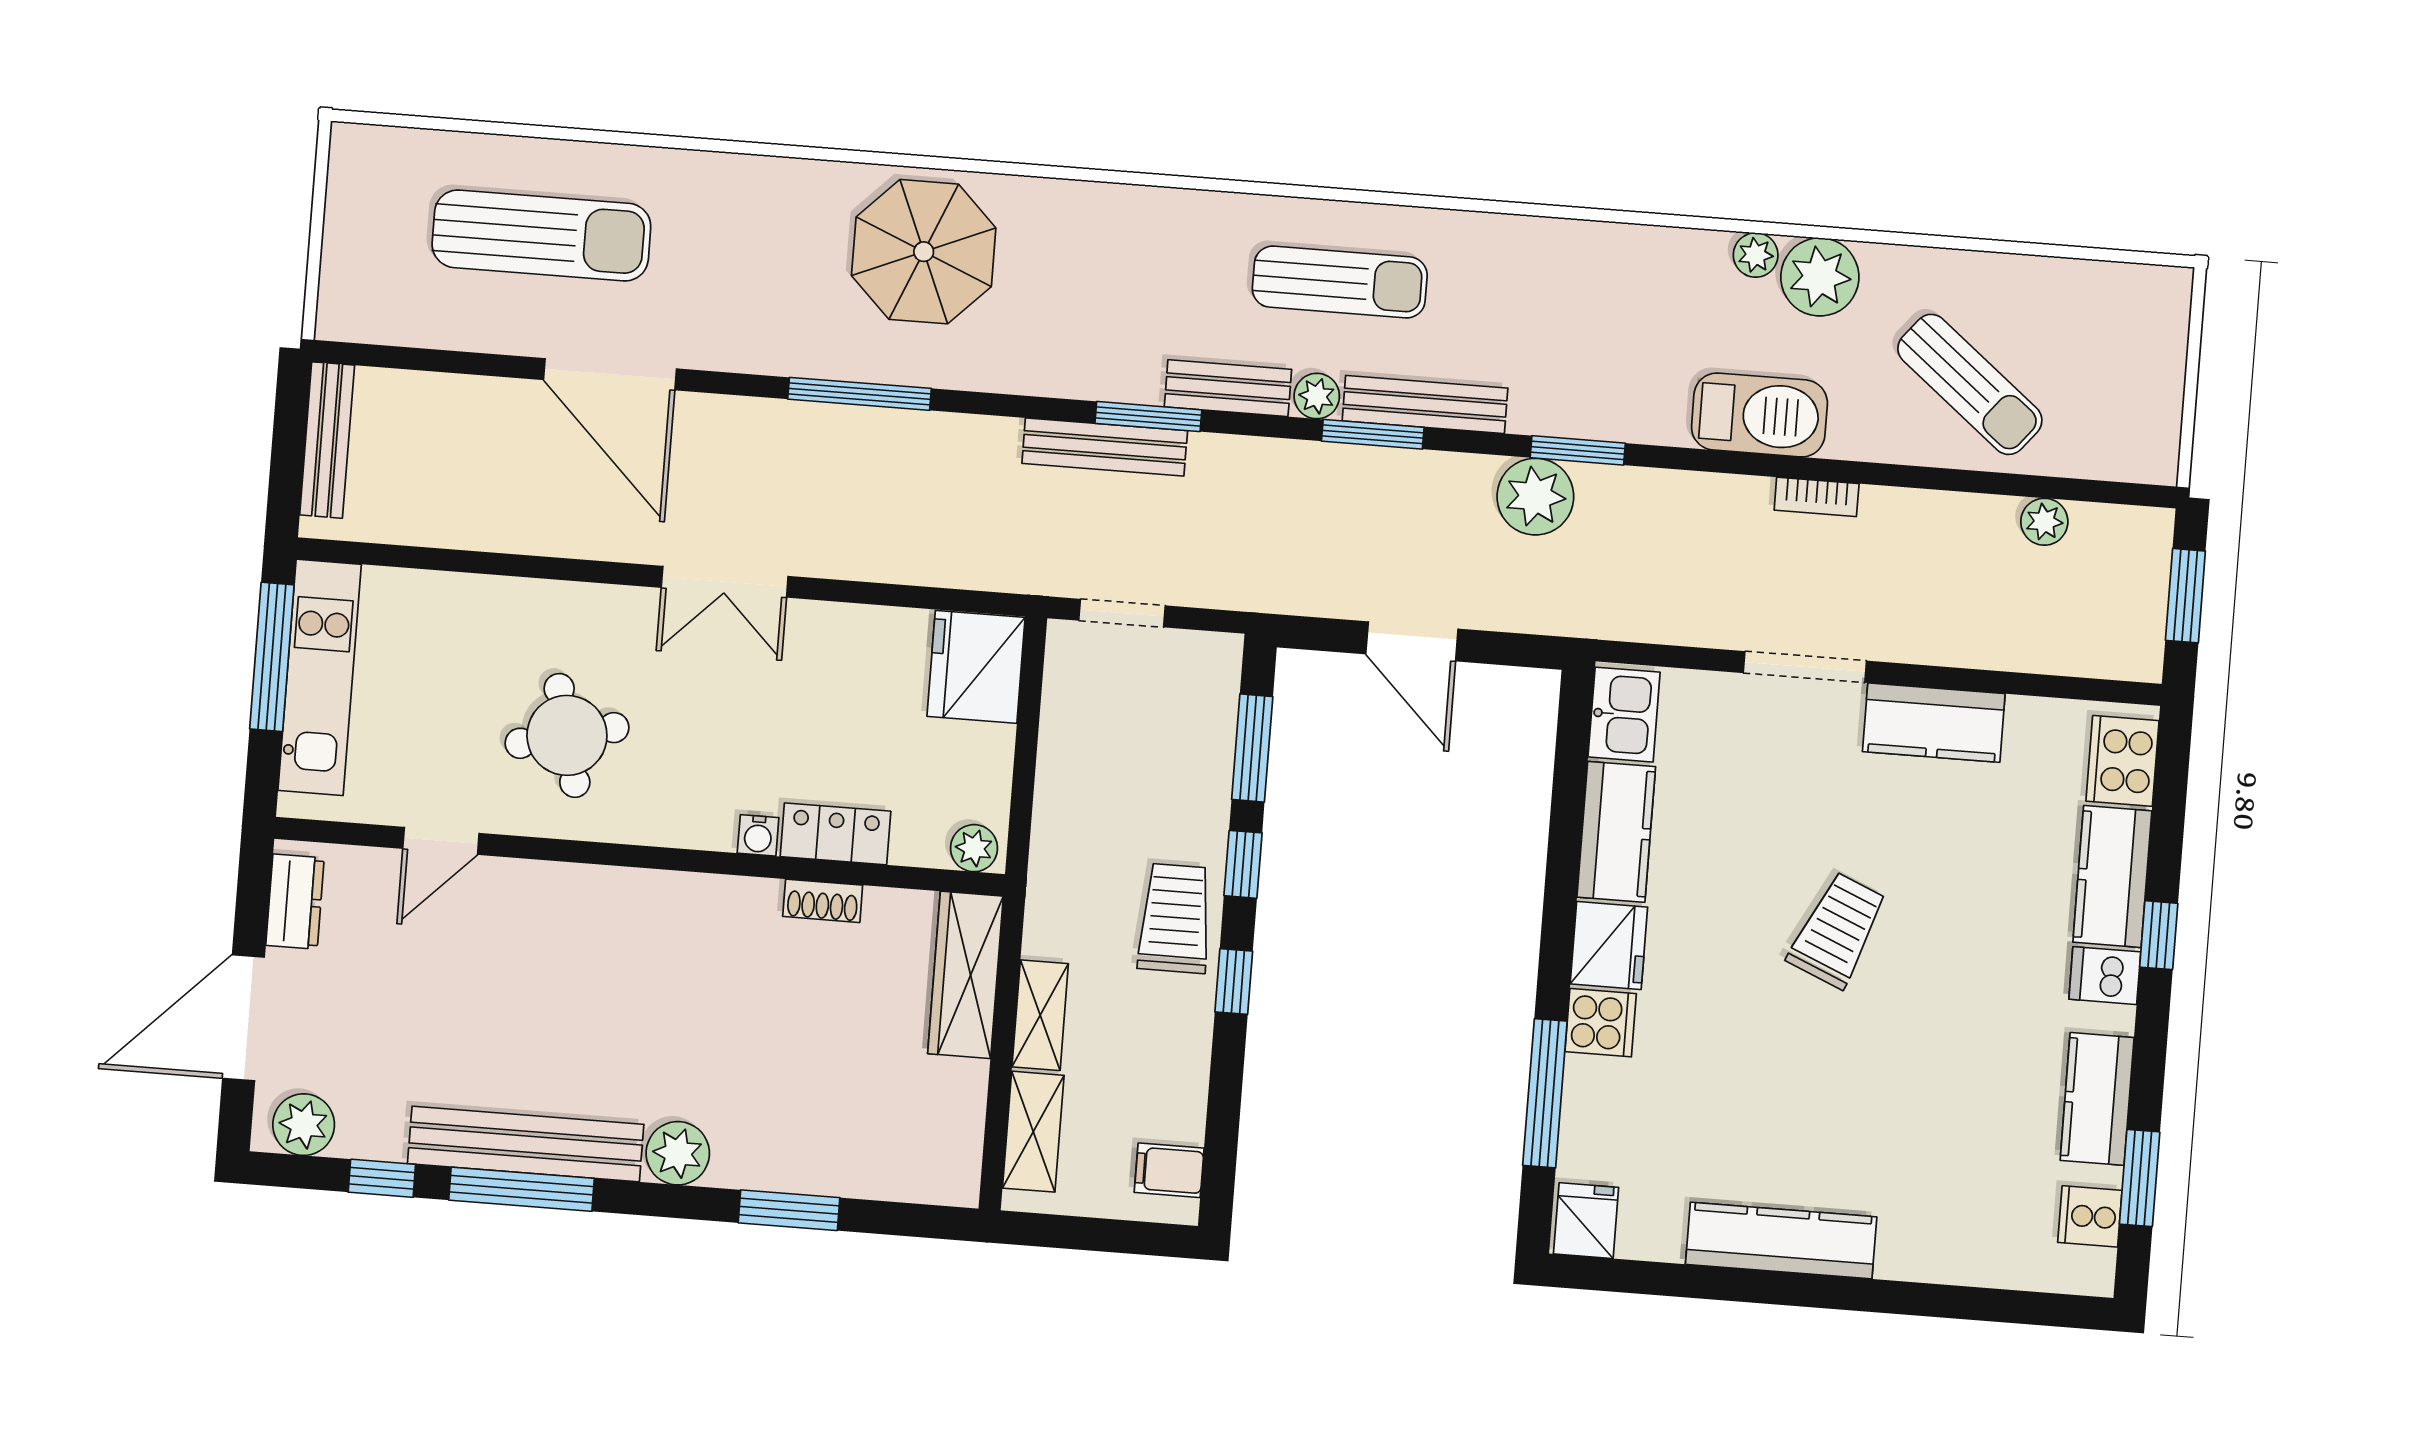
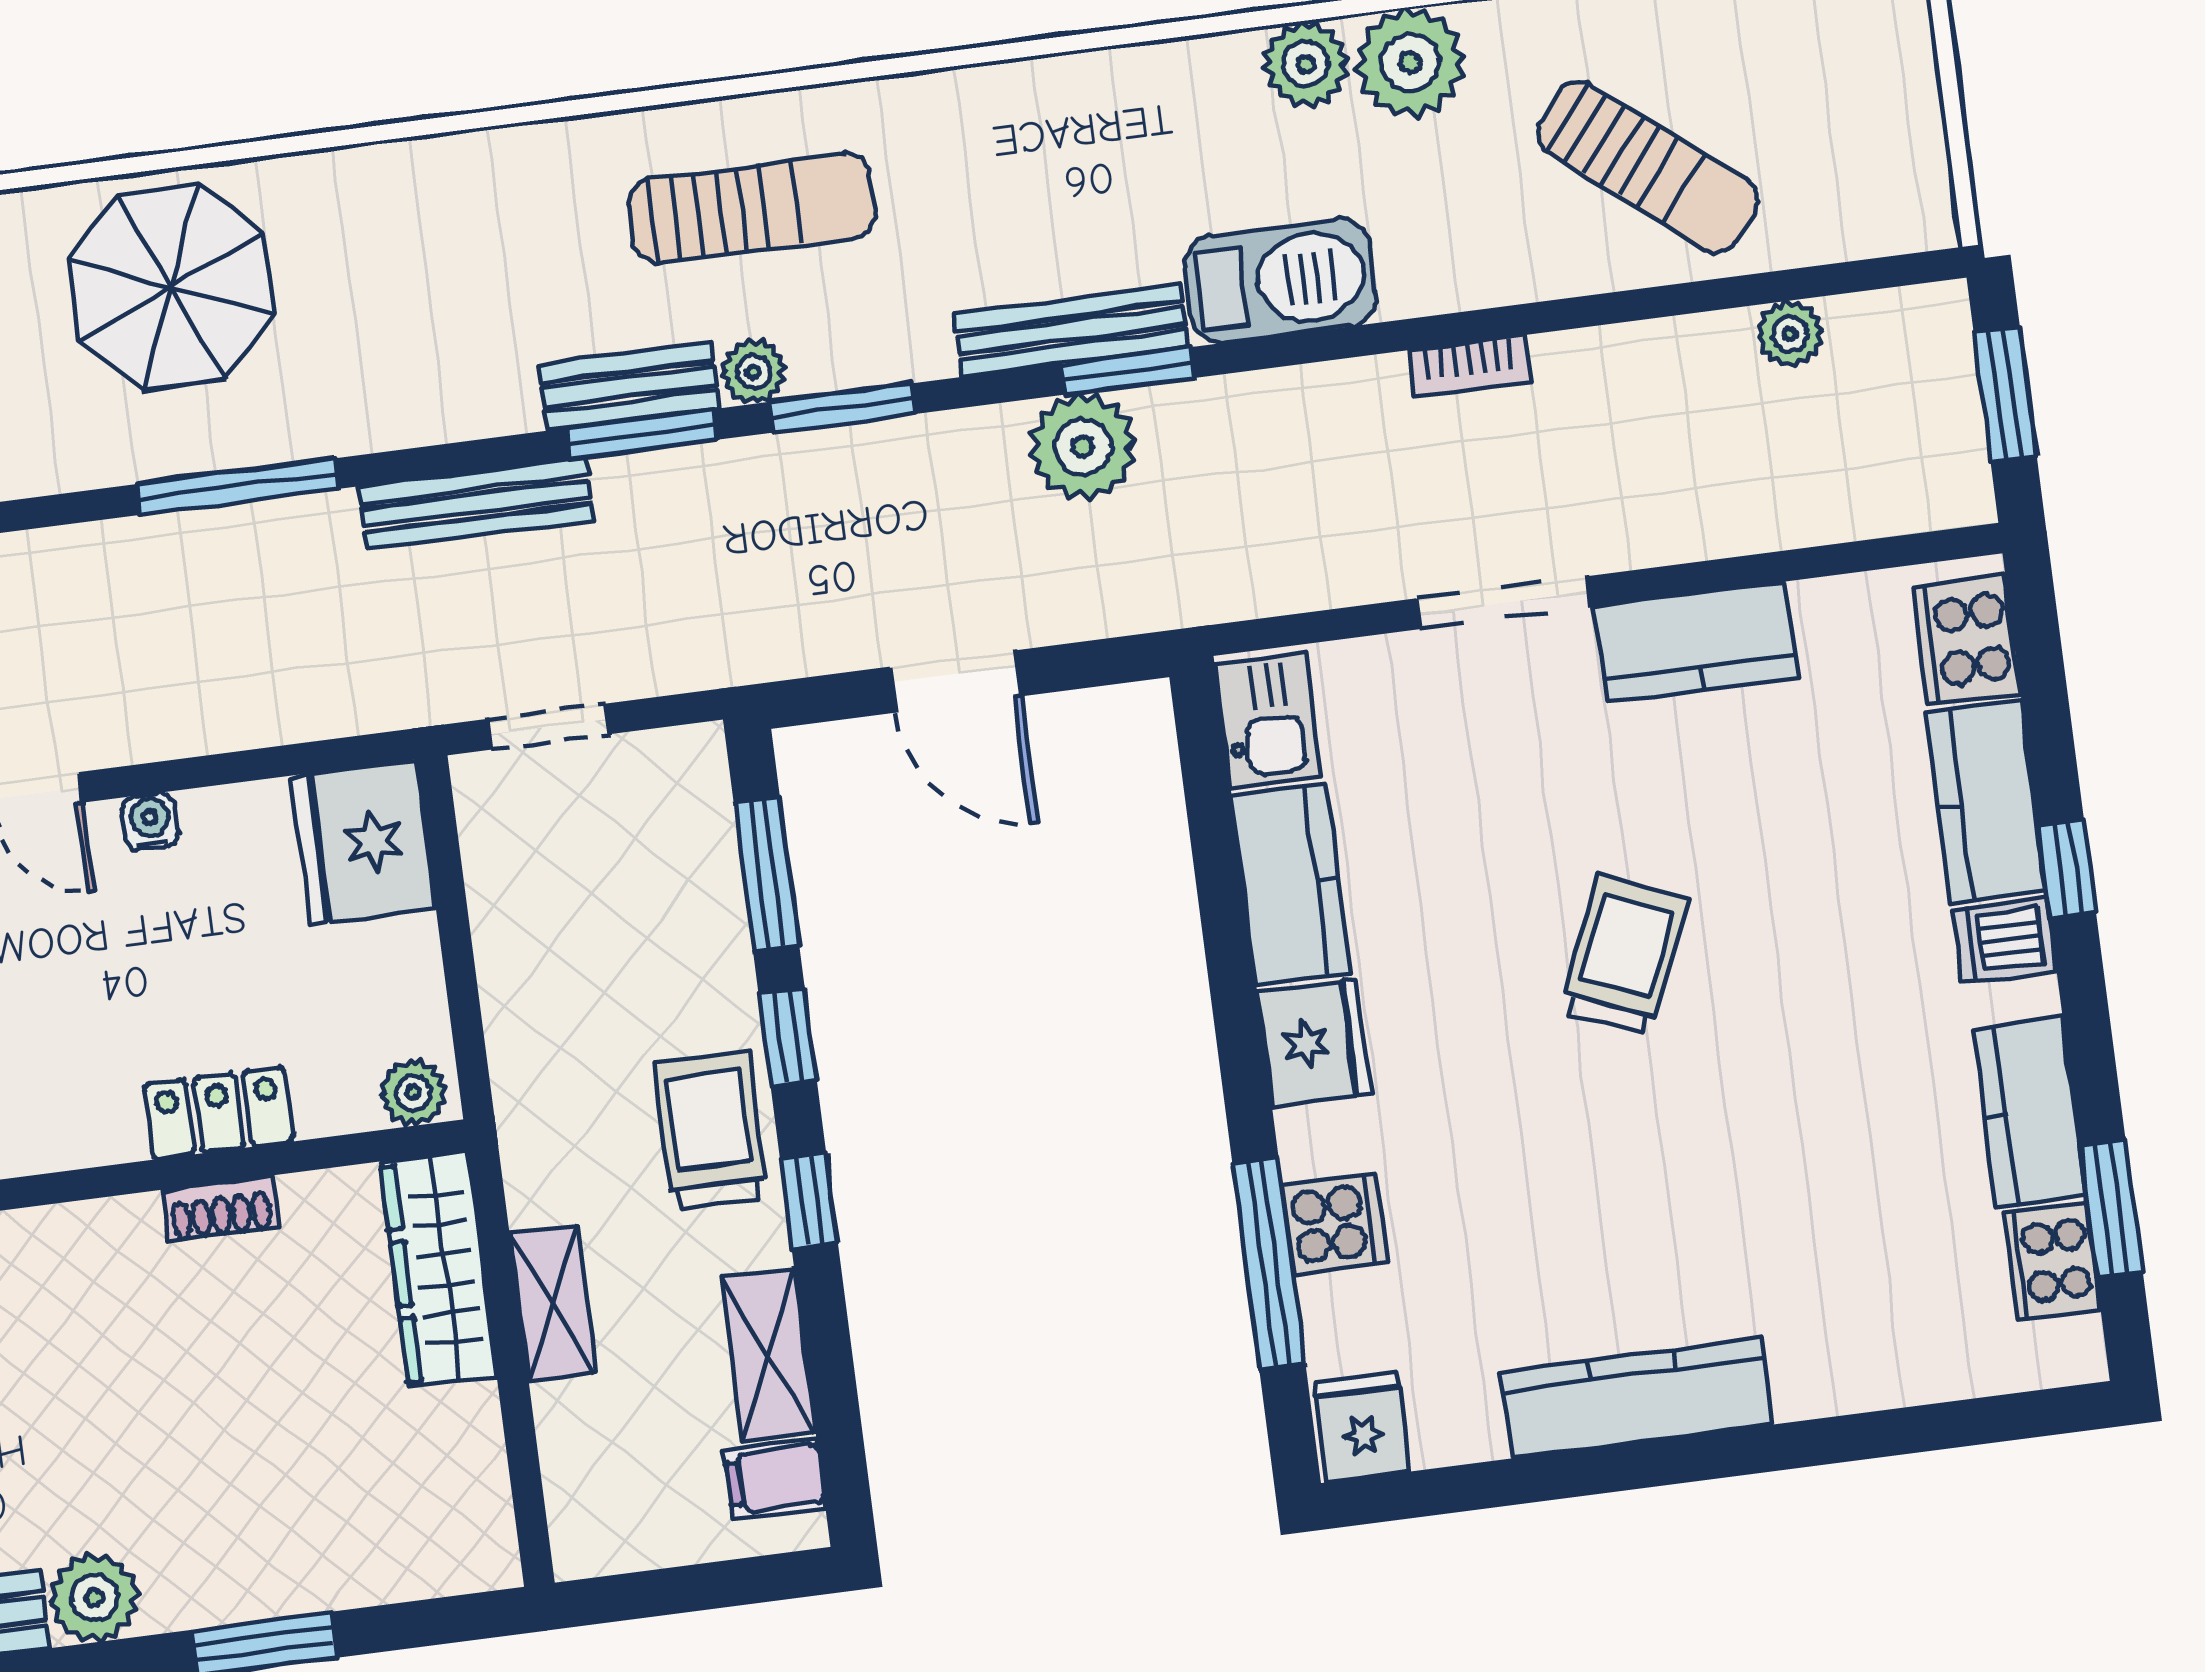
plant: (1756, 255) -> (1306, 64), width x1.38, depth x1.38
window: (860, 394) -> (237, 487), moved
bench: (1425, 404) -> (1071, 330), moved
barbecue: (1759, 415) -> (1281, 281), moved
window: (1148, 417) -> (642, 434), moved
water cooler: (758, 835) -> (150, 821), moved, turned 180
cooker: (1601, 1023) -> (1335, 1224), moved
shelving: (1033, 1132) -> (768, 1355), moved
cooker: (2090, 1216) -> (2052, 1261), width x1.36

